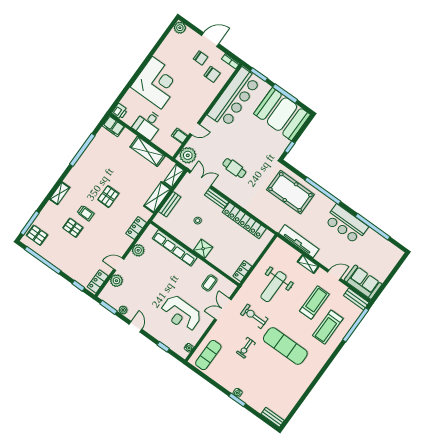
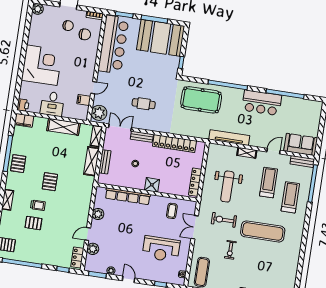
pallet: (87, 164) -> (18, 164), added
locker: (136, 228) -> (87, 196), removed
locker: (242, 271) -> (195, 182), width x1.53
treadmill: (328, 327) -> (290, 197), turned 180

